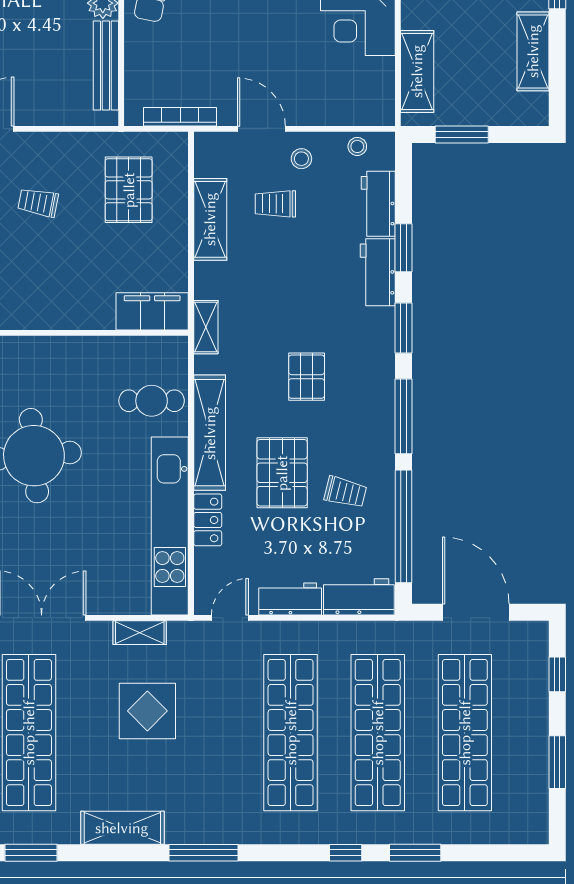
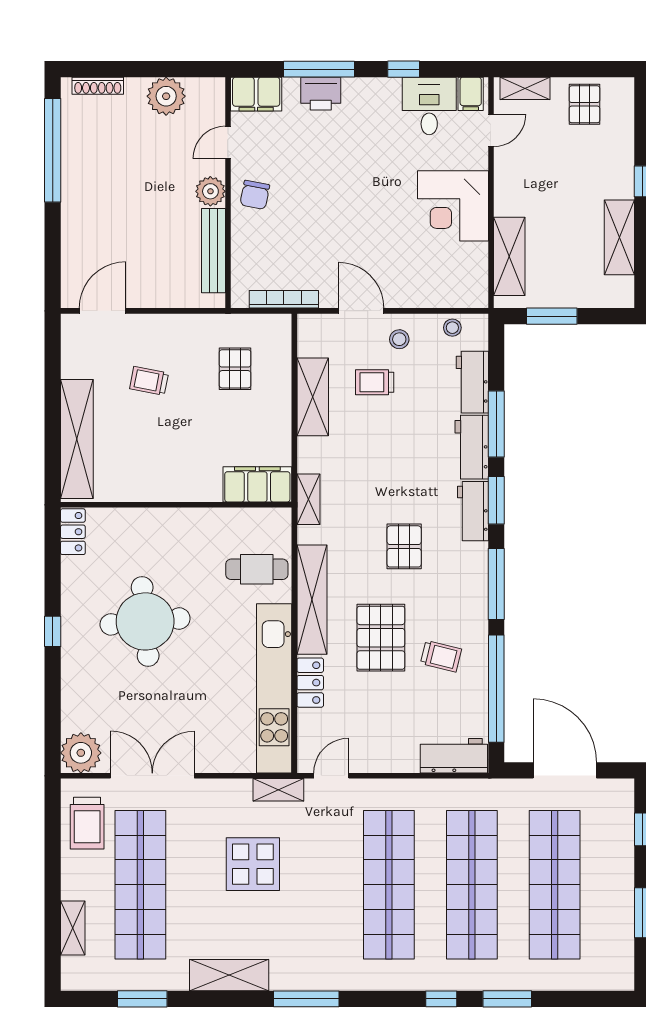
pallet: (129, 190) -> (235, 369), width x0.67, depth x0.71
window: (403, 248) -> (496, 424), width x1.44
workbench: (290, 599) -> (473, 511), moved, turned -90
shelving: (140, 633) -> (278, 790), moved

